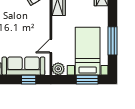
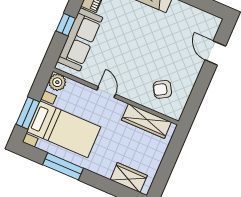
door: (51, 46) -> (106, 92), moved
window: (29, 80) -> (66, 25), moved

